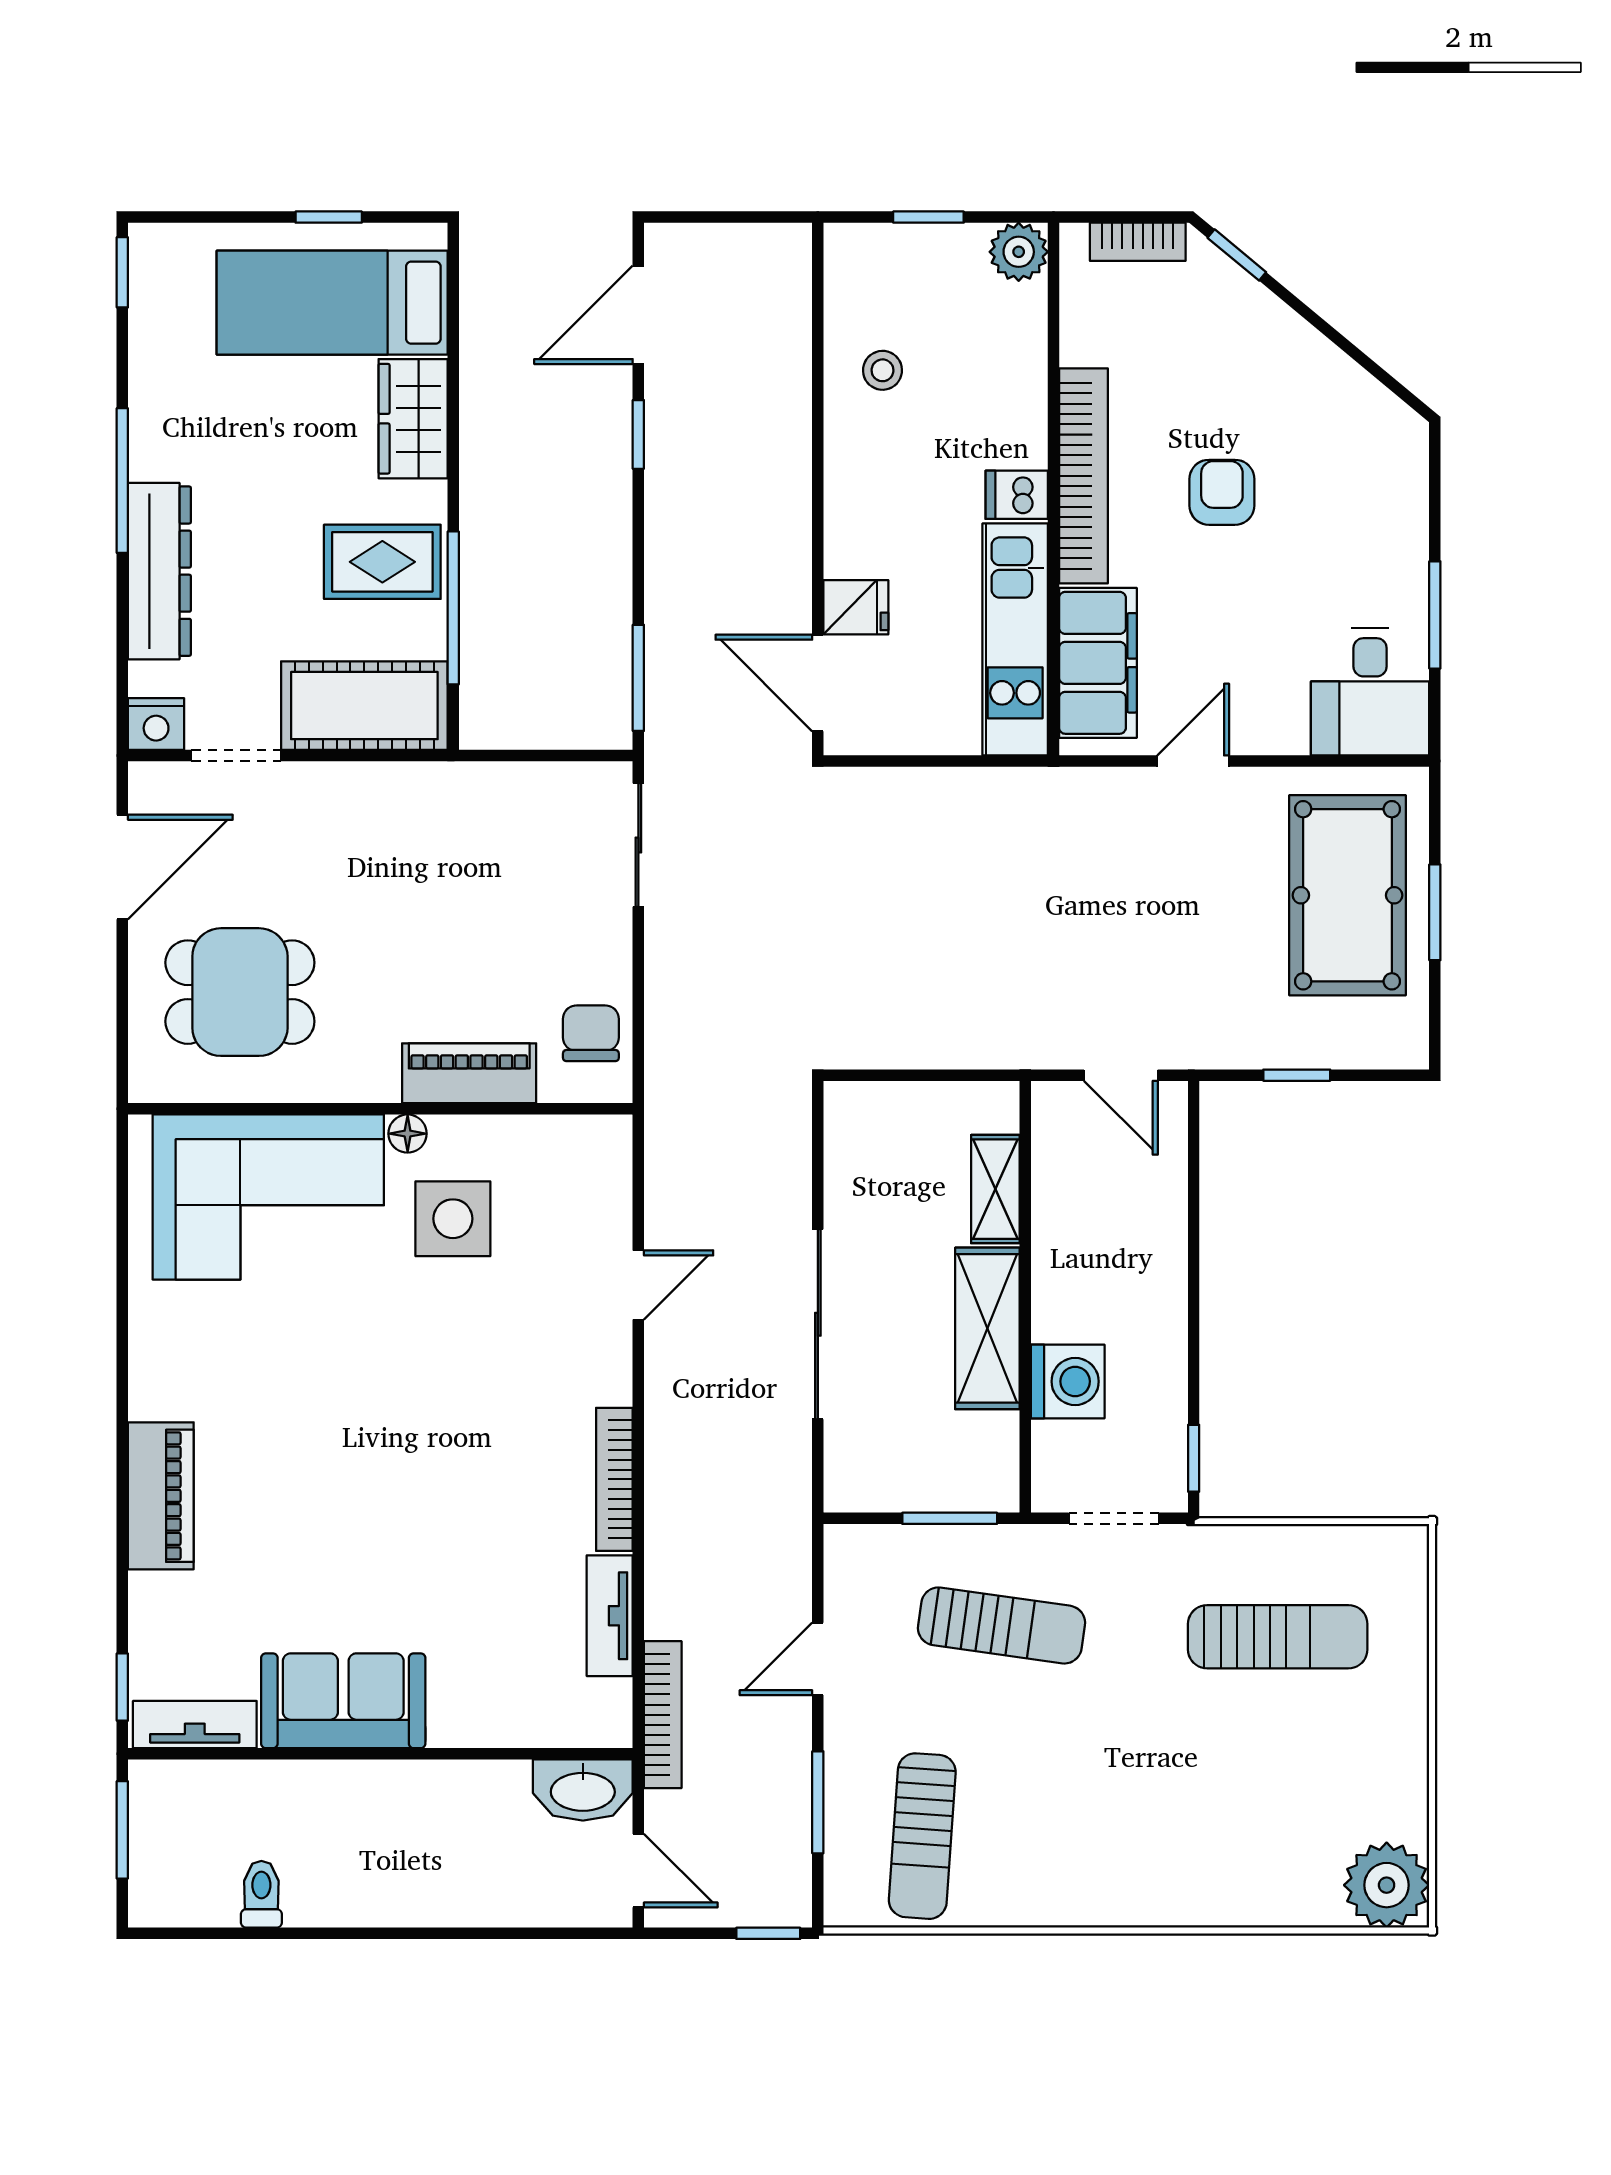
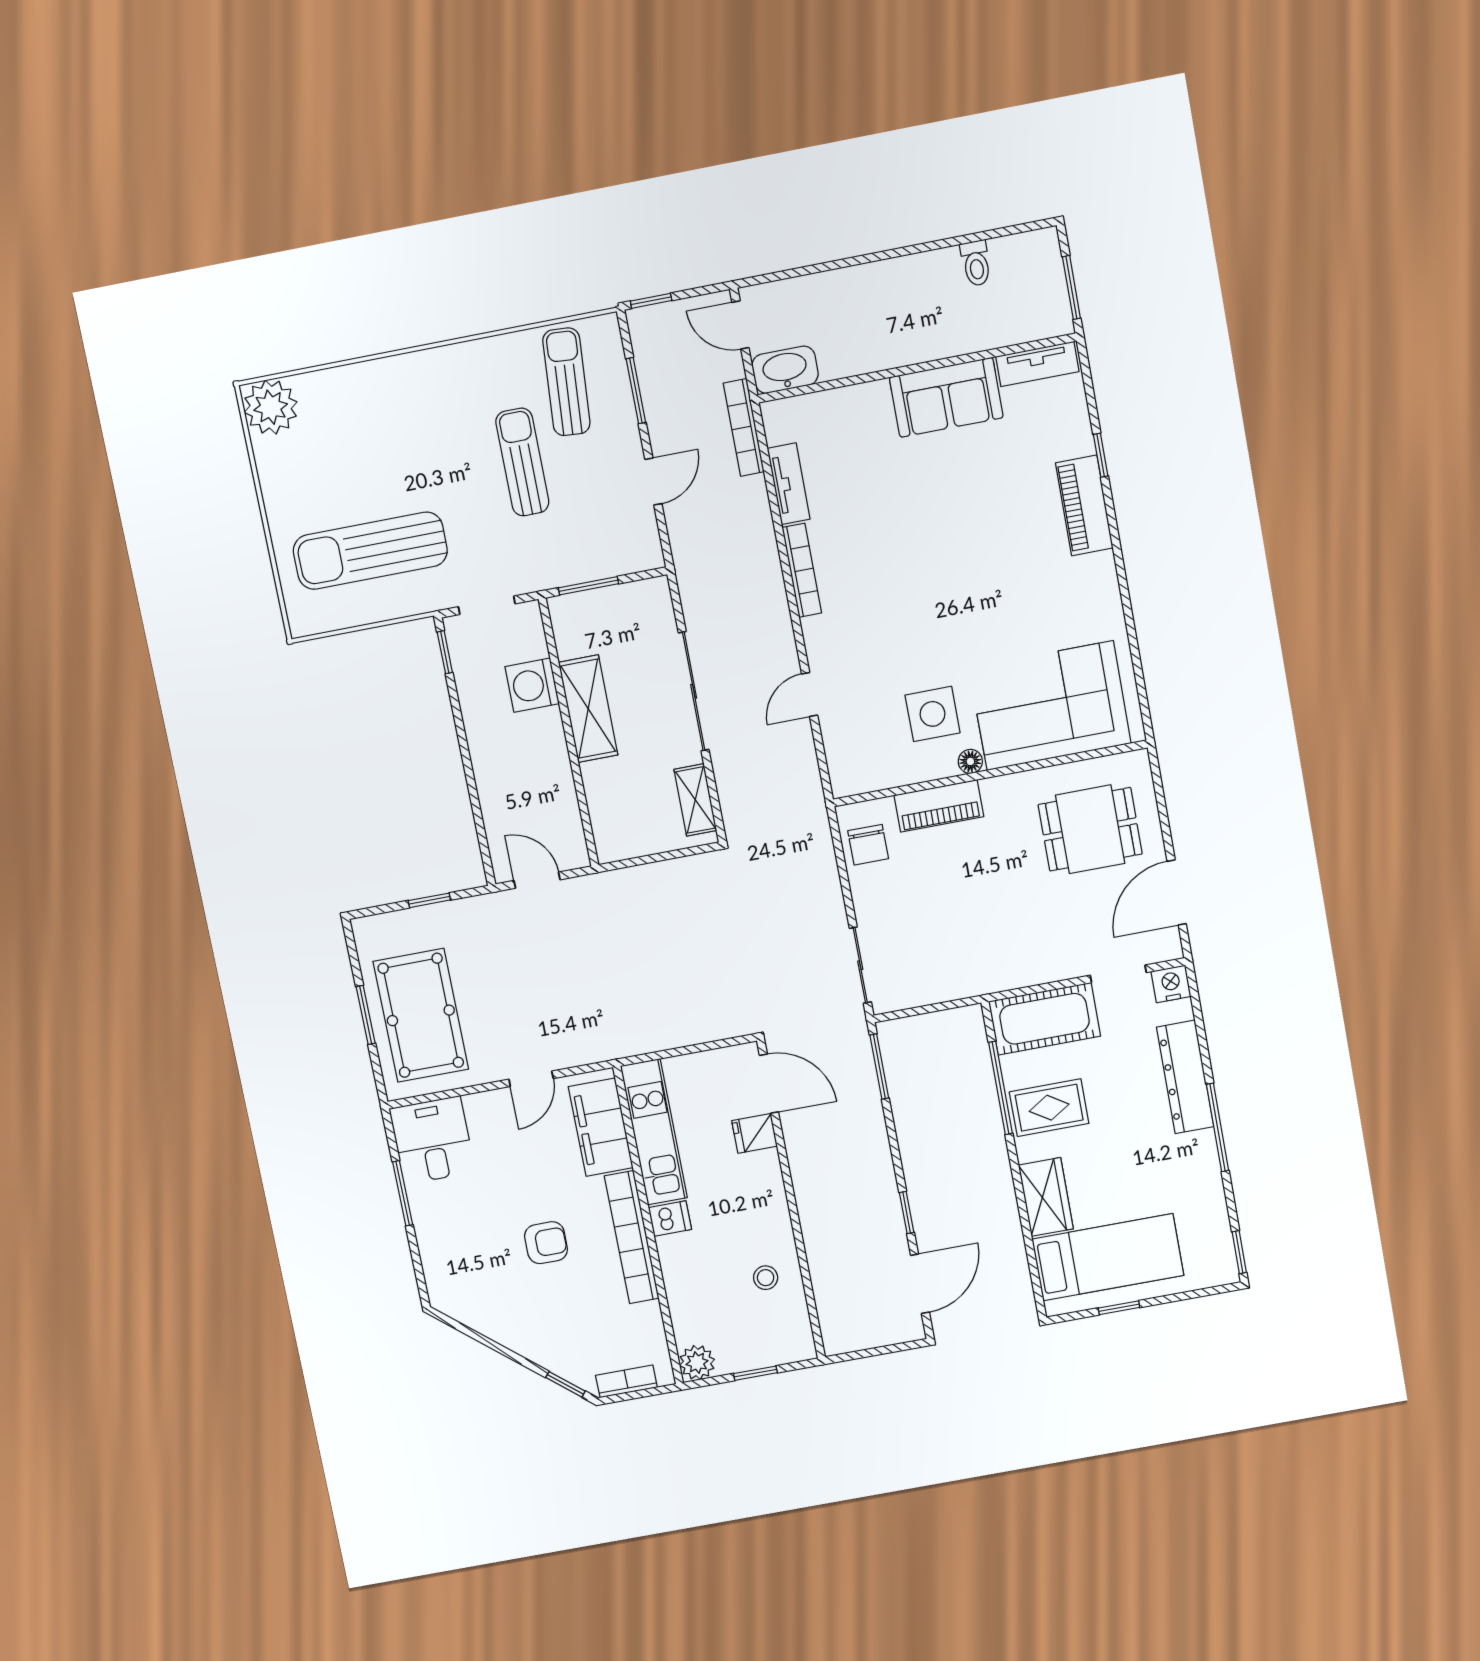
armchair: (1222, 492) -> (546, 1243), turned -90
shelving: (995, 1189) -> (695, 800), moved
sun lounger: (1002, 1625) -> (522, 462), moved, turned 82
sun lounger: (1278, 1637) -> (370, 551), width x1.36, depth x1.34
window: (122, 1687) -> (1101, 455), moved

